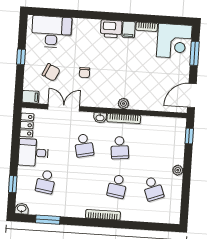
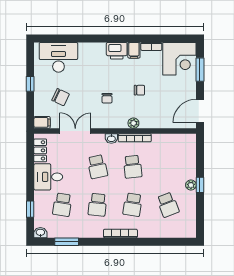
chair: (132, 70) -> (139, 90), added
chair: (85, 73) -> (107, 98), moved
window: (189, 136) -> (200, 185), moved
school desk: (81, 184) -> (97, 205), added

